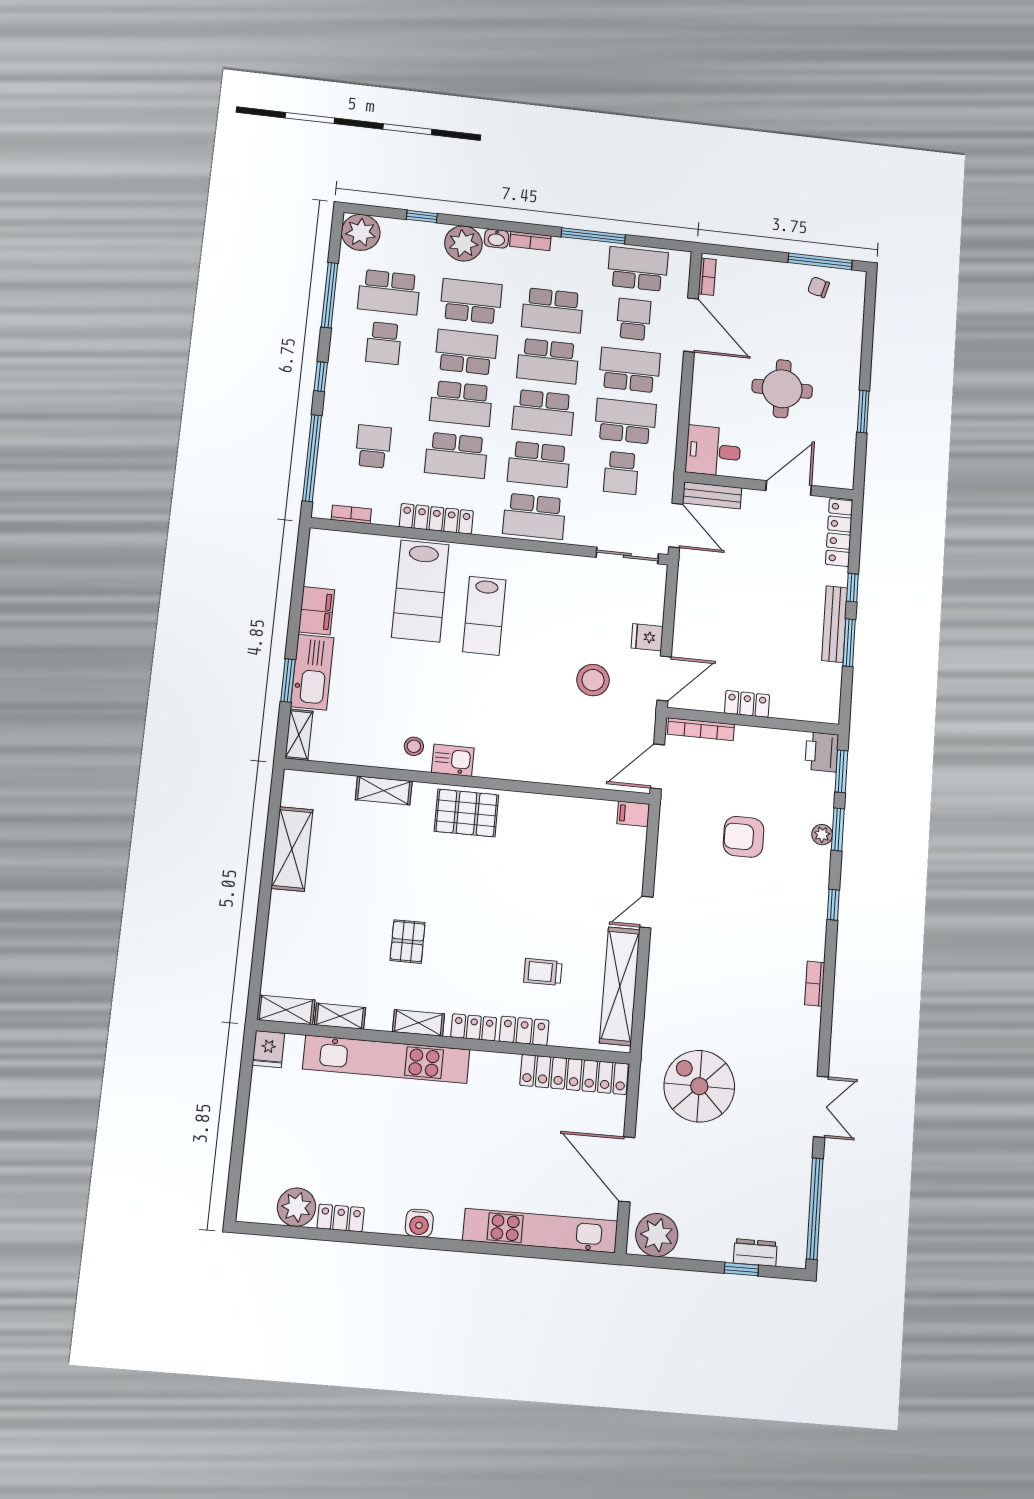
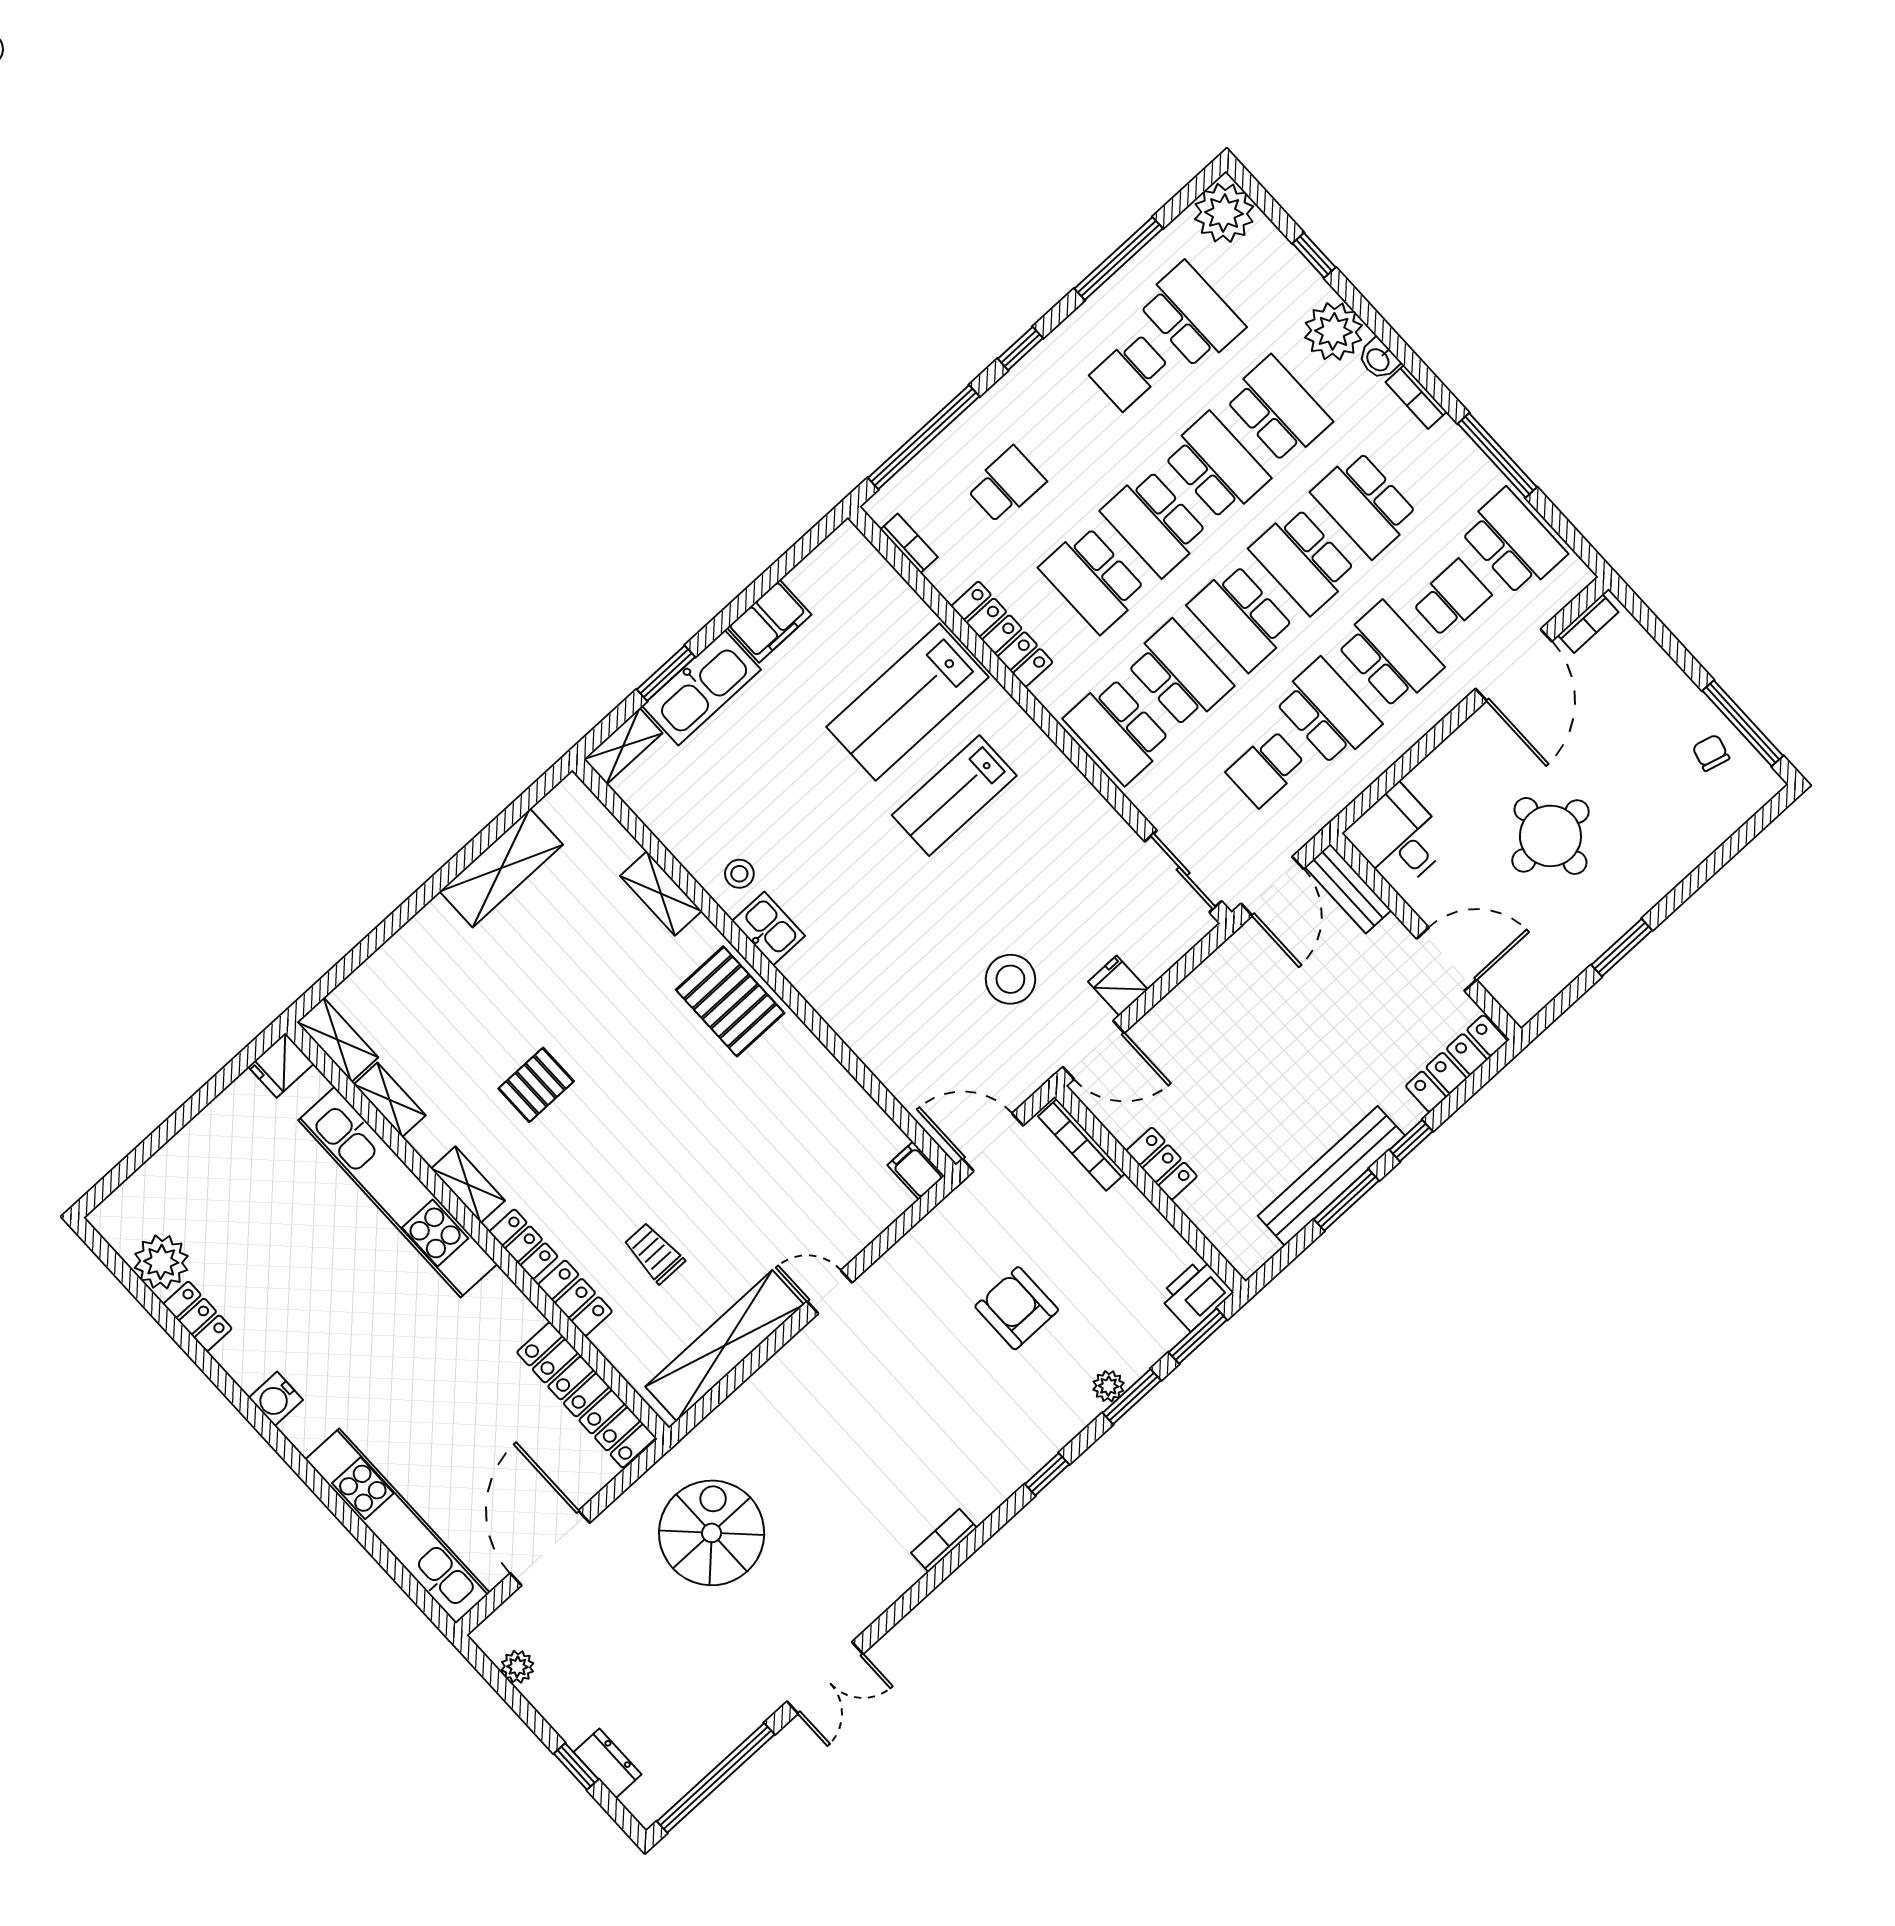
school desk: (389, 292) -> (1192, 315), turned 180
school desk: (539, 464) -> (1179, 674), turned 180
bench: (835, 624) -> (1331, 1176), width x1.37, depth x1.21
plant: (657, 1235) -> (517, 1667), width x0.53, depth x0.53

